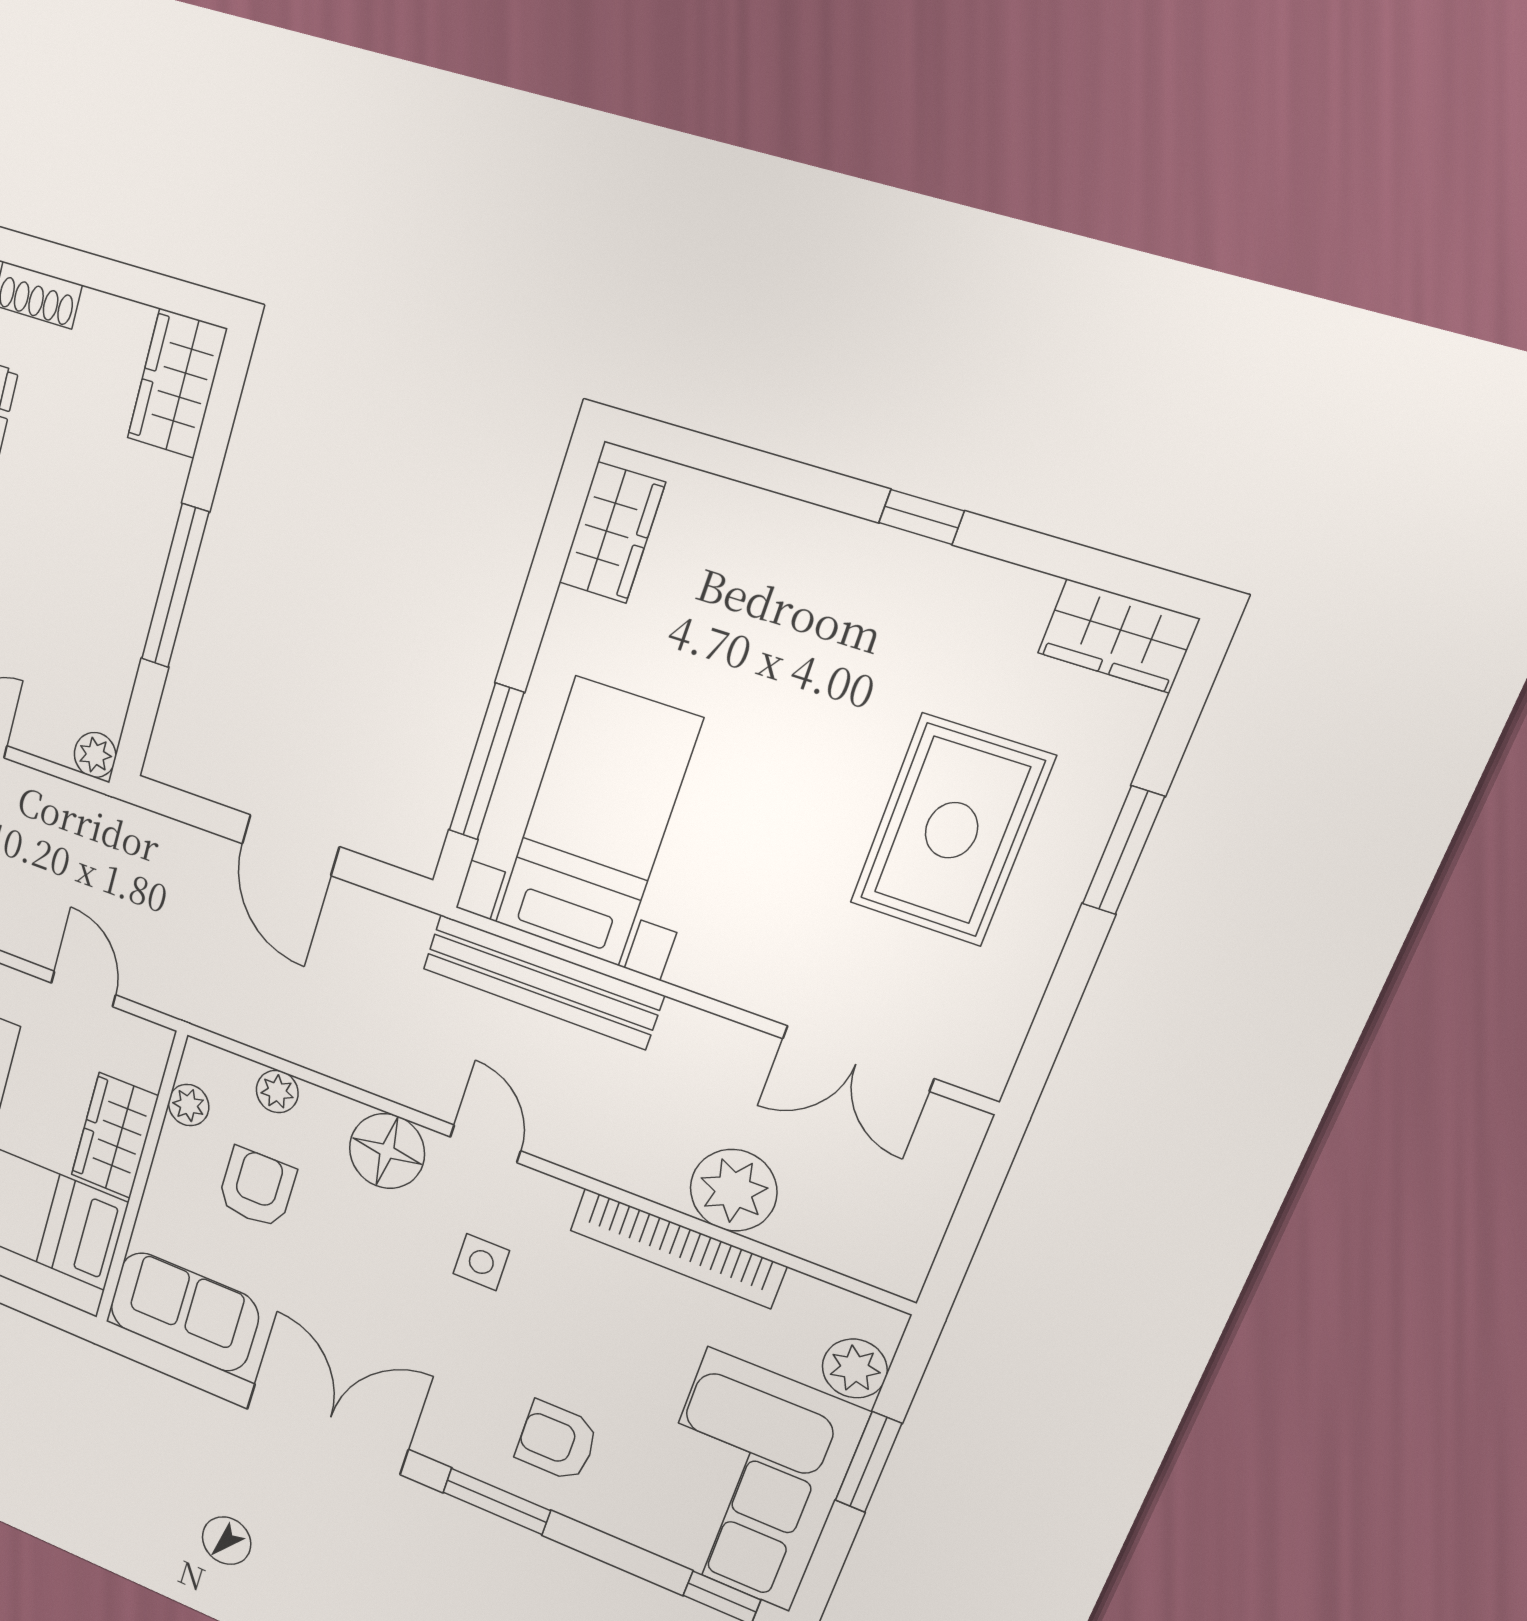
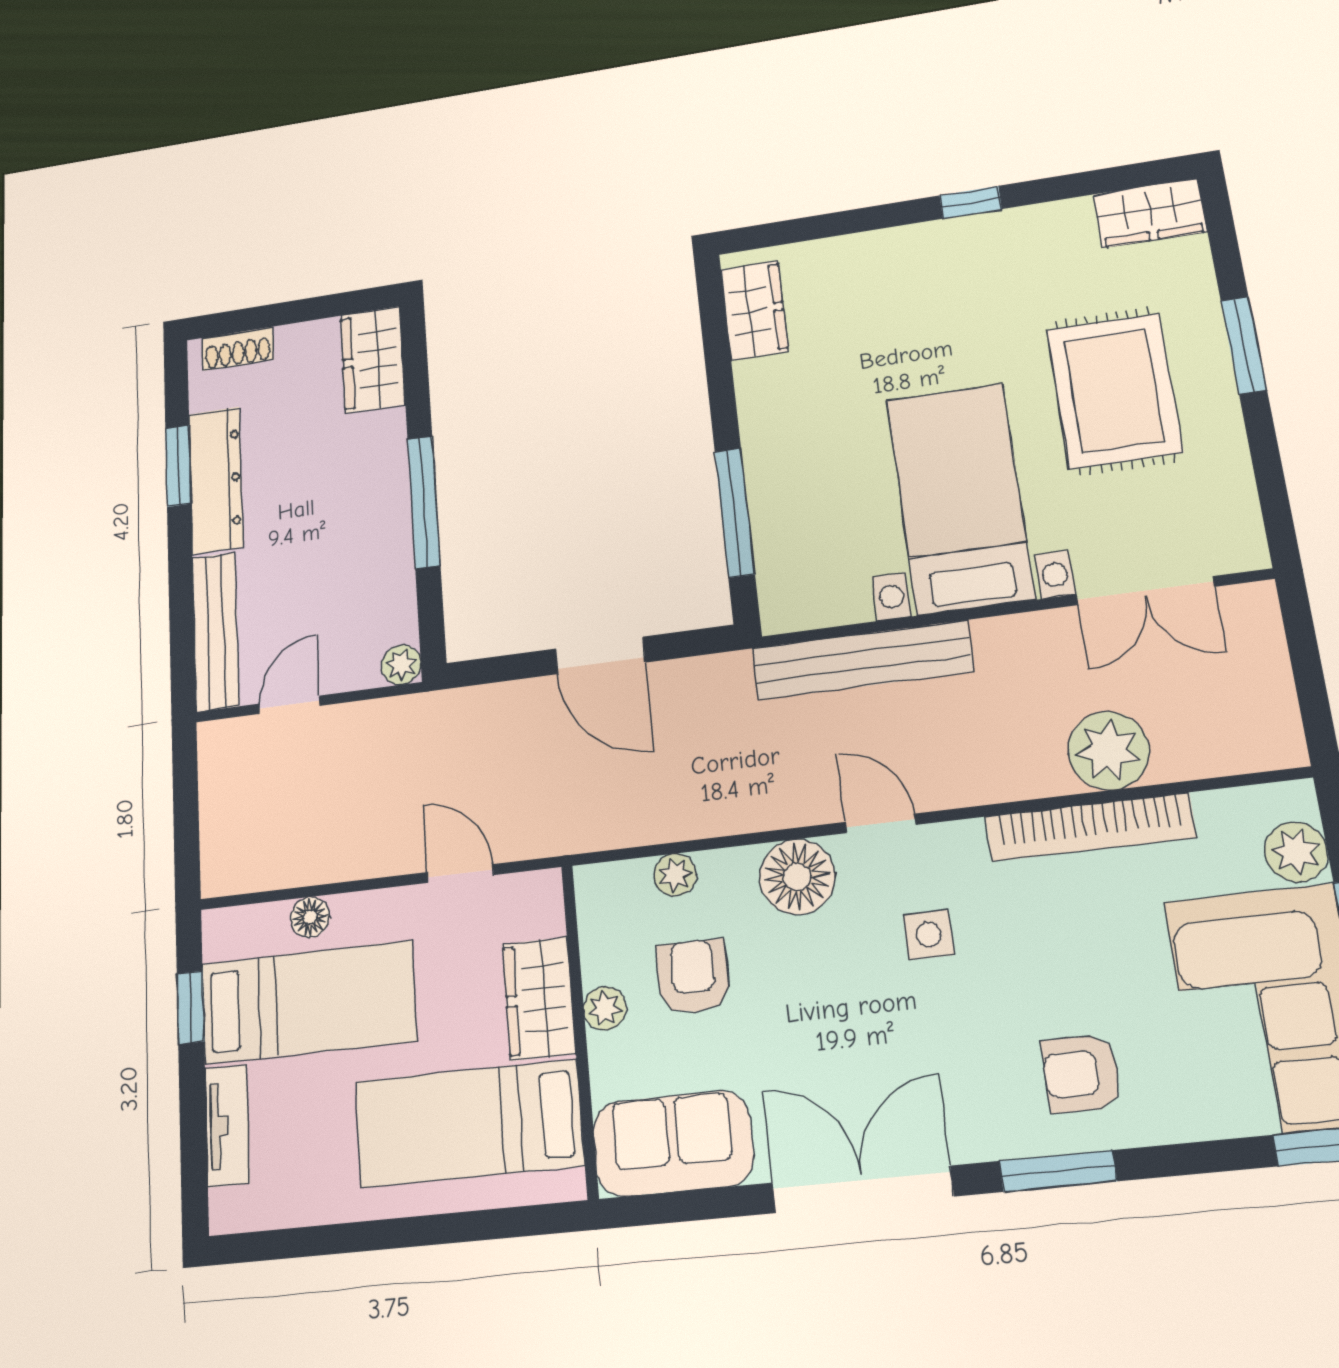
bed with nightstands: (597, 822) -> (960, 498), moved
plant: (189, 1105) -> (605, 1008), moved

